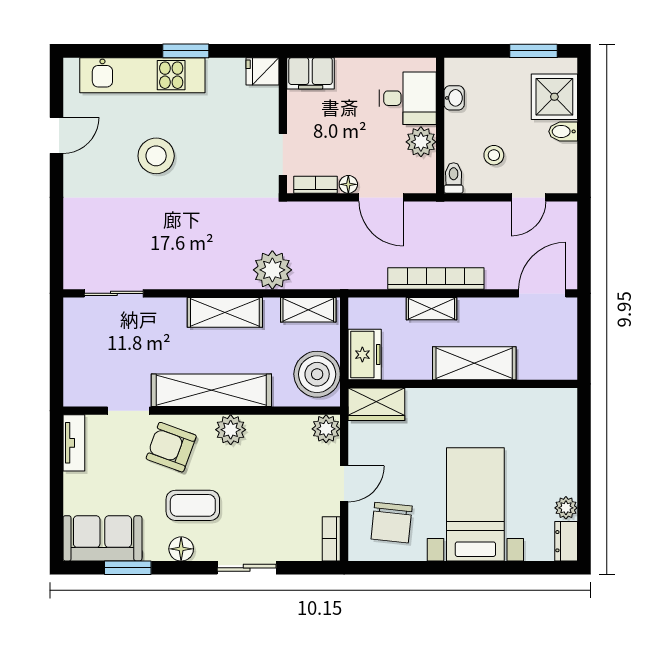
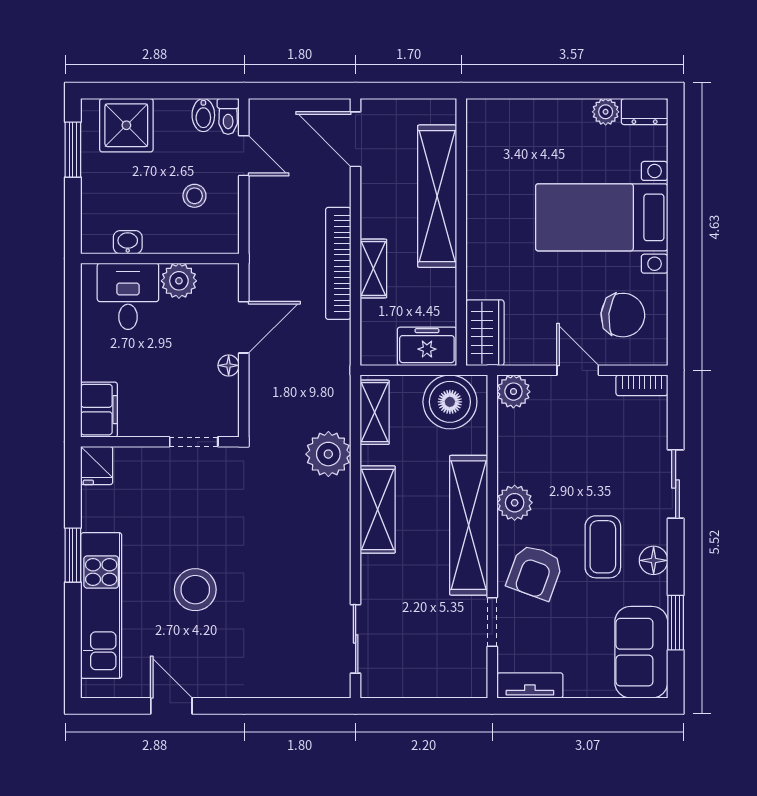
bidet: (563, 131) -> (203, 115), moved
toilet: (454, 178) -> (228, 116), moved, turned -90
bookcase: (315, 185) -> (229, 404), removed
shelving: (474, 363) -> (437, 196), width x1.47

